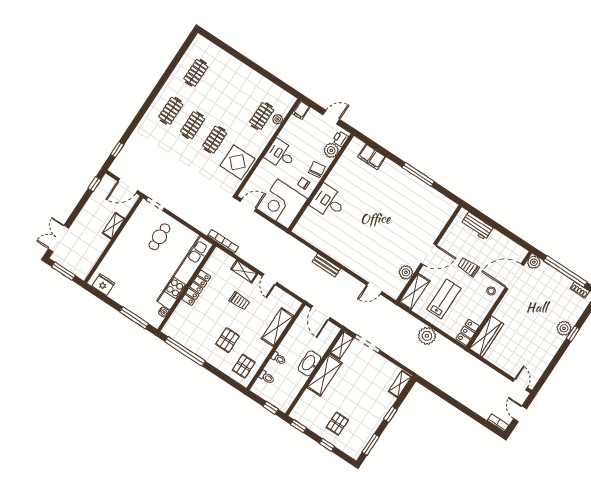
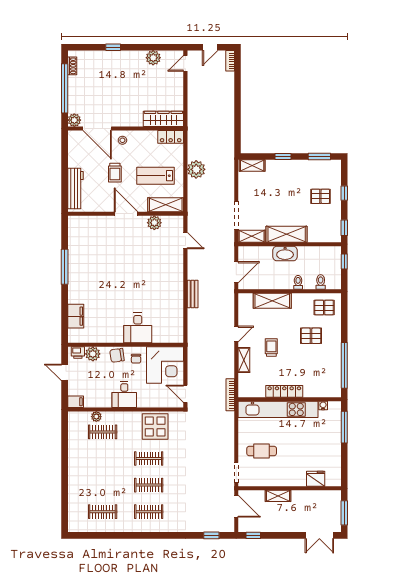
workbench: (477, 226) -> (75, 189), width x1.38
fridge: (103, 285) -> (316, 479), moved, turned 90
plant: (564, 328) -> (153, 58), moved

